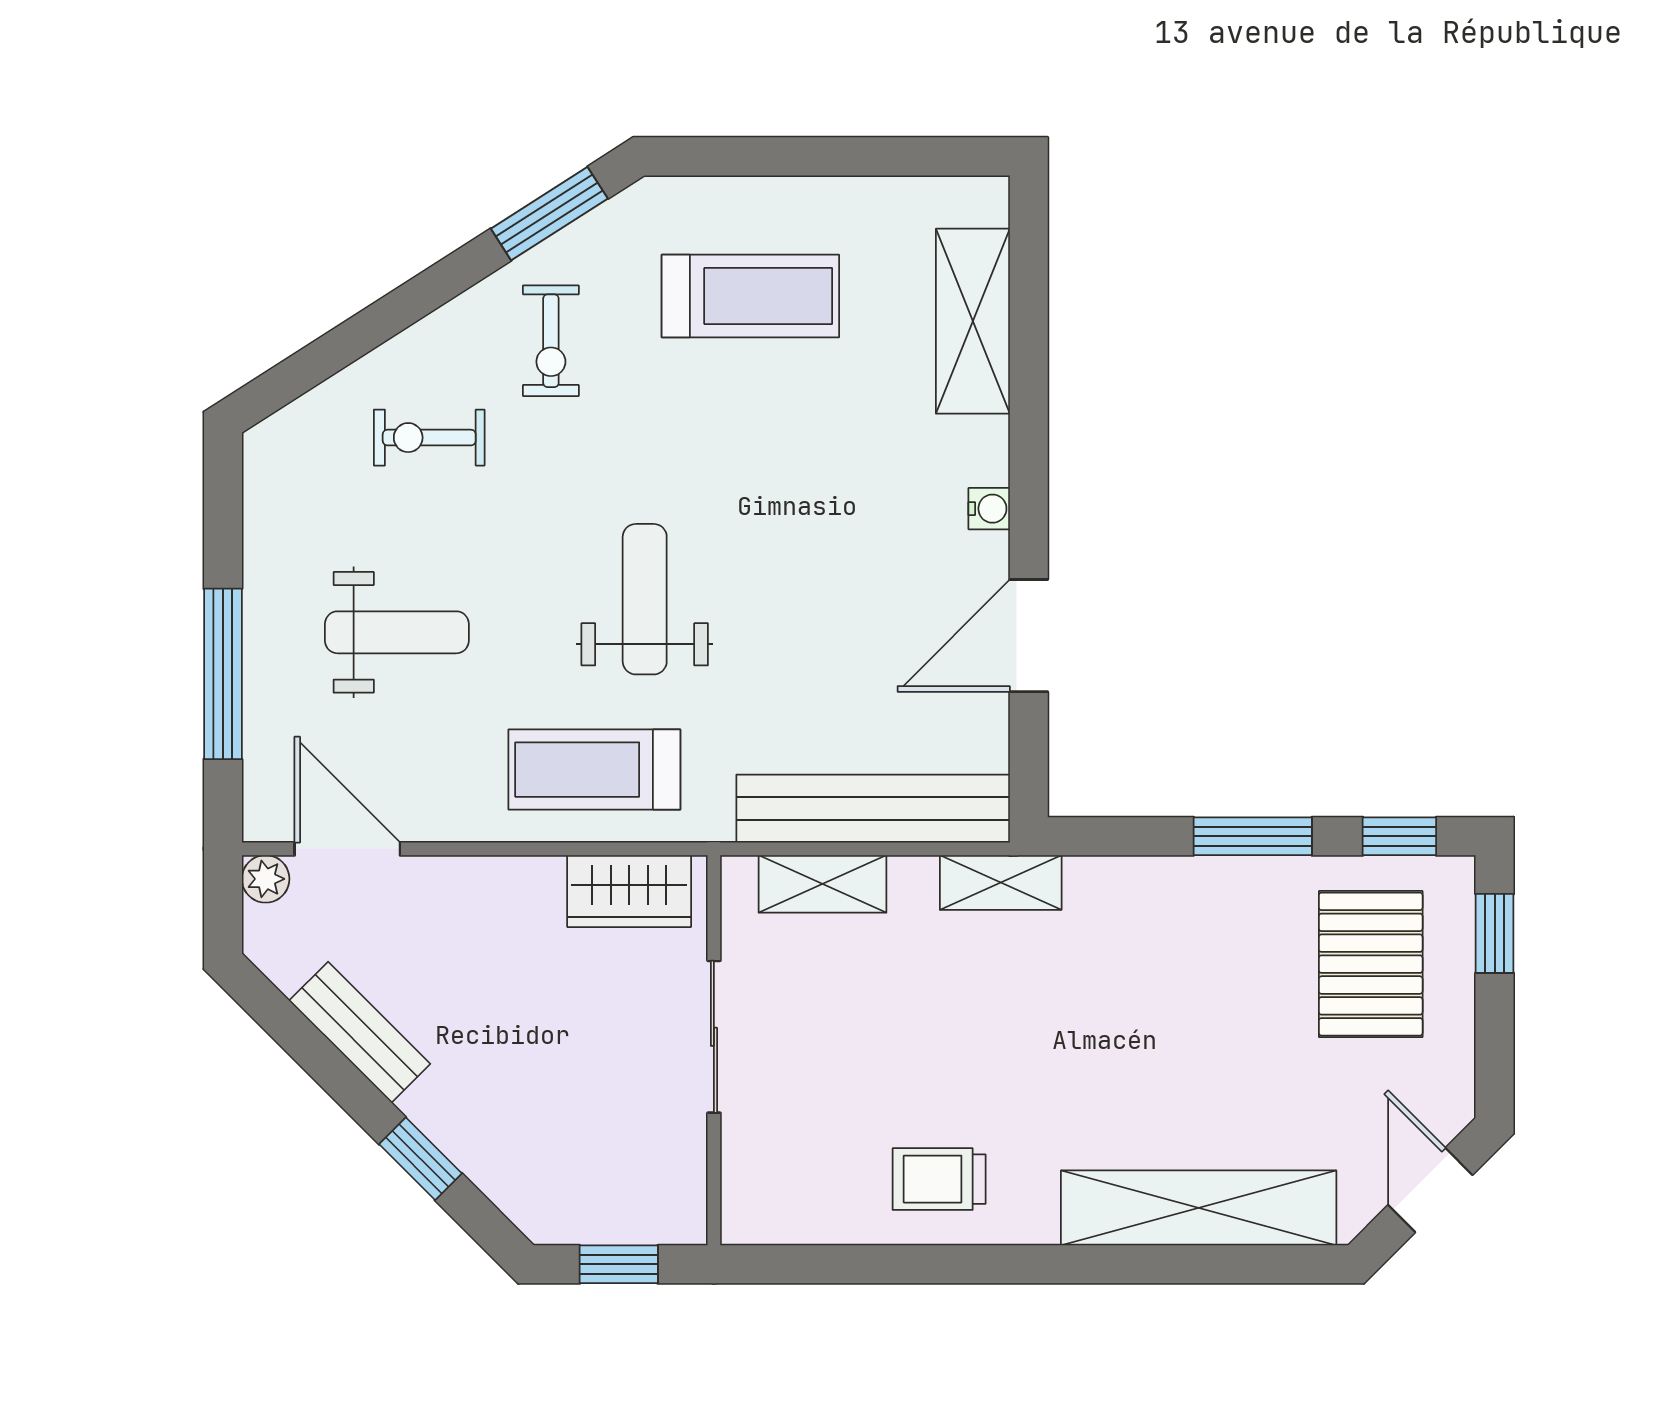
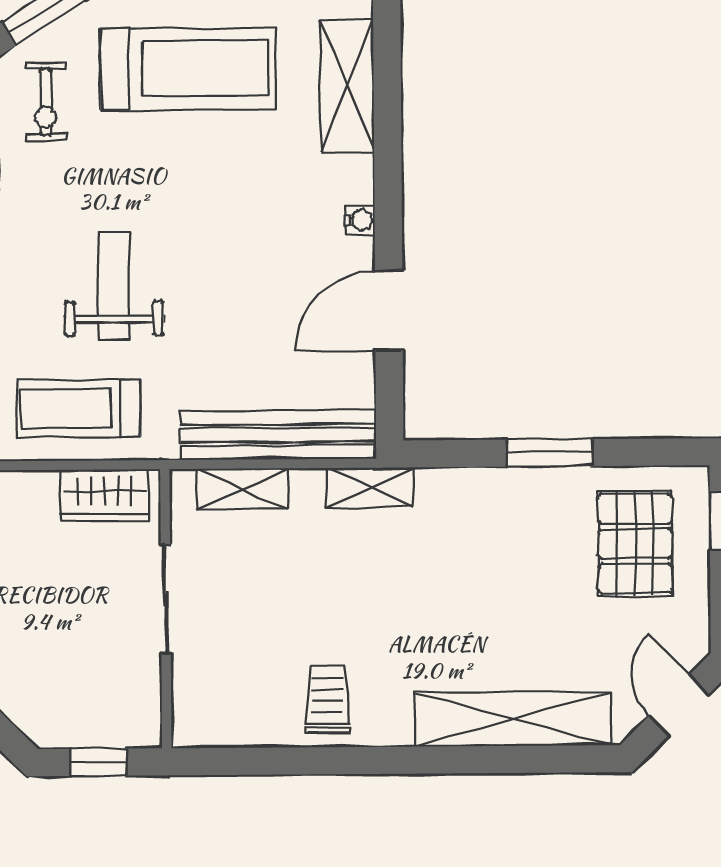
treadmill: (750, 296) -> (188, 69), width x1.37, depth x1.38
window: (1399, 836) -> (655, 452), removed
trolley: (939, 1179) -> (327, 700), turned 90

